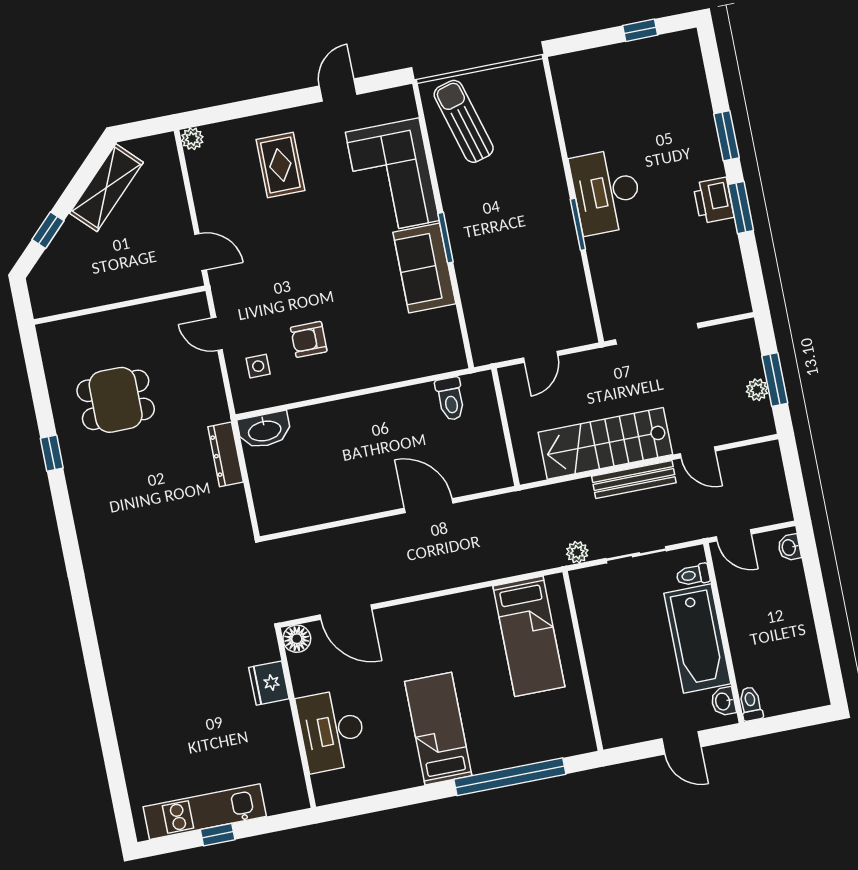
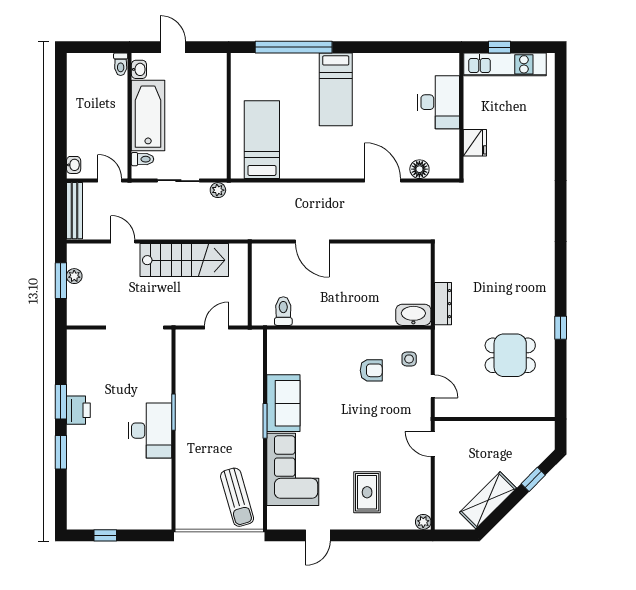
bench: (634, 480) -> (75, 211), moved, turned 90
fridge: (269, 683) -> (475, 143), moved
wall: (296, 718) -> (461, 116), moved
desk: (332, 731) -> (439, 102), moved

